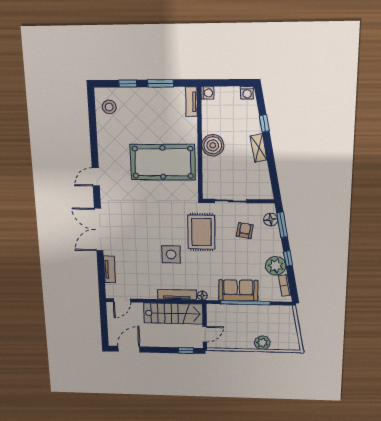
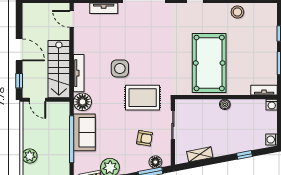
stool: (109, 107) -> (237, 12), moved
boiler: (213, 145) -> (225, 104), width x0.54, depth x0.54
shelving: (259, 148) -> (200, 154), moved
floor lamp: (202, 296) -> (82, 102), width x1.89, depth x1.89
door: (129, 349) -> (19, 50), moved

